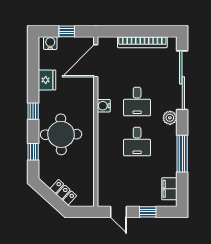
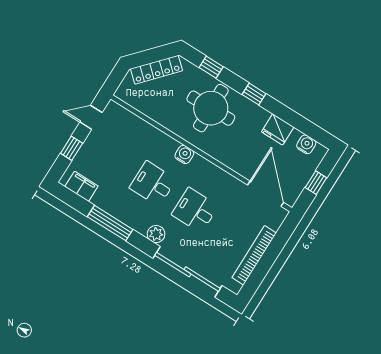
water cooler: (50, 43) -> (306, 144), moved, turned -90
water cooler: (104, 106) -> (184, 154), moved
locker: (63, 192) -> (157, 70), width x1.53

